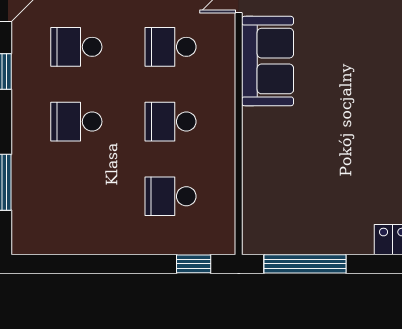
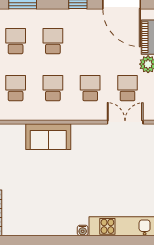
school desk: (76, 47) -> (16, 41), moved
sofa: (268, 61) -> (48, 137), moved

